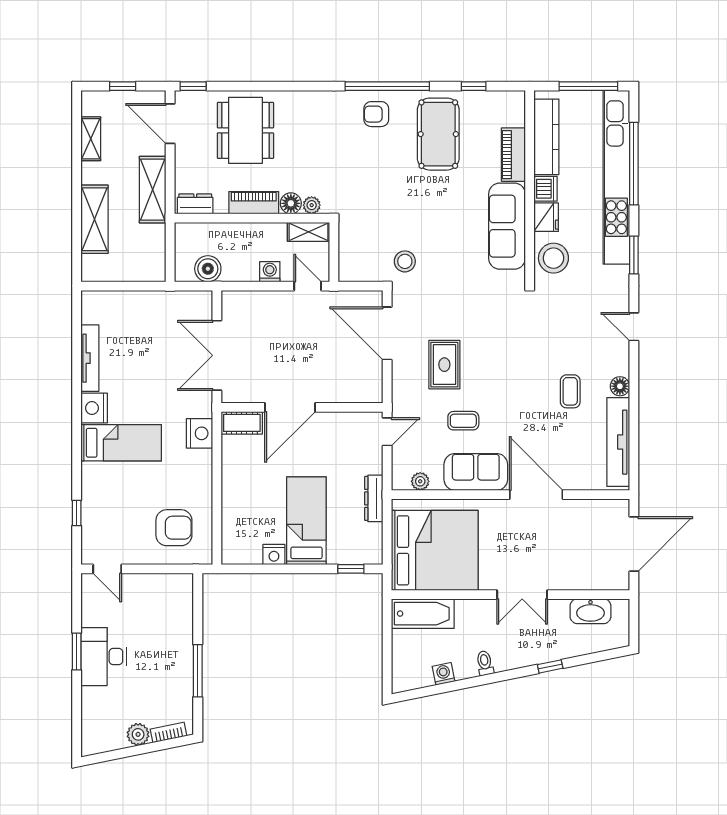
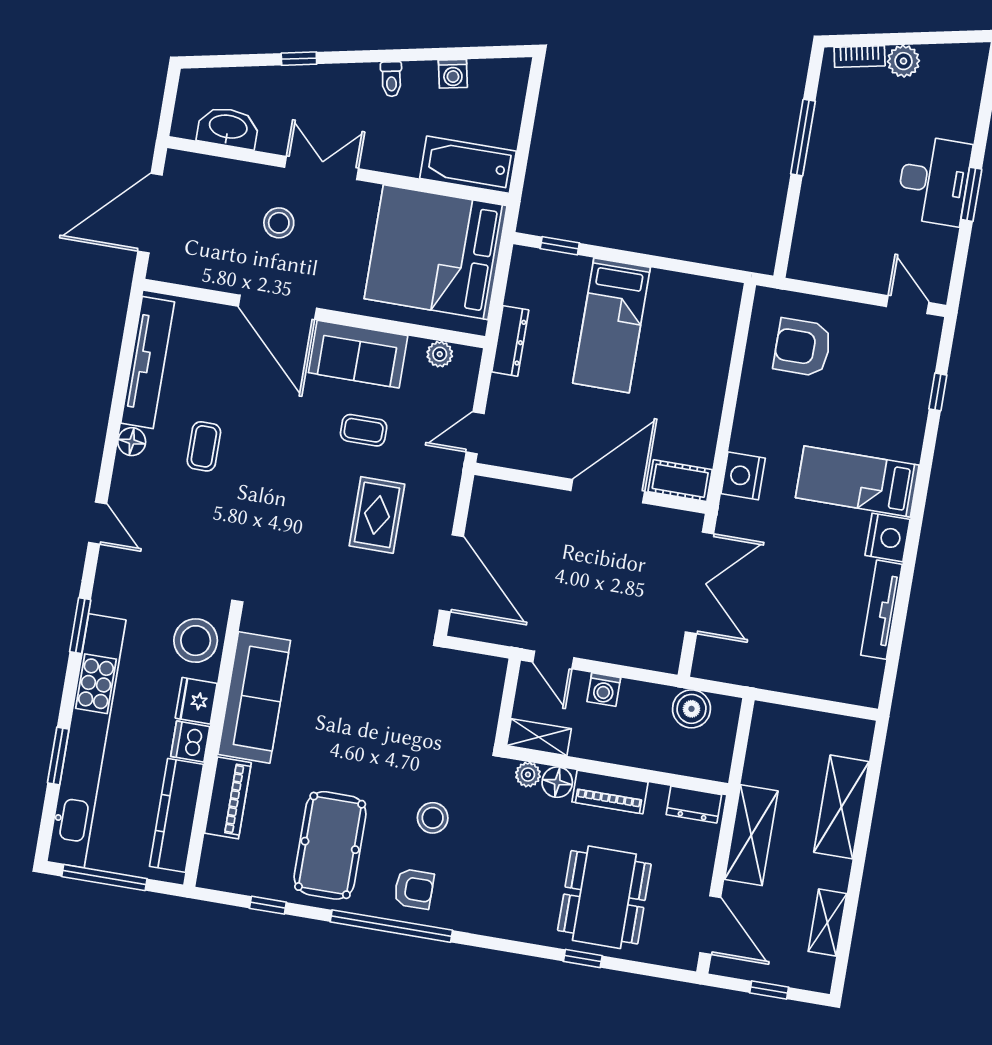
window: (193, 86) -> (583, 958), moved
window: (634, 164) -> (58, 756), width x0.47
stool: (405, 261) -> (433, 818), moved
stool: (545, 552) -> (279, 223), added
nightstand: (274, 555) -> (666, 285), removed

